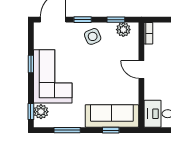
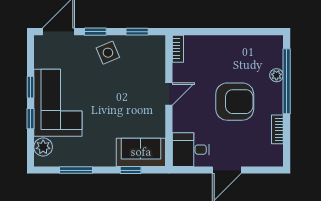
plant: (123, 30) -> (146, 44), removed
door: (141, 69) -> (169, 94), swing flipped
window: (31, 111) -> (30, 119), moved
sofa: (112, 116) -> (141, 152), width x0.73

